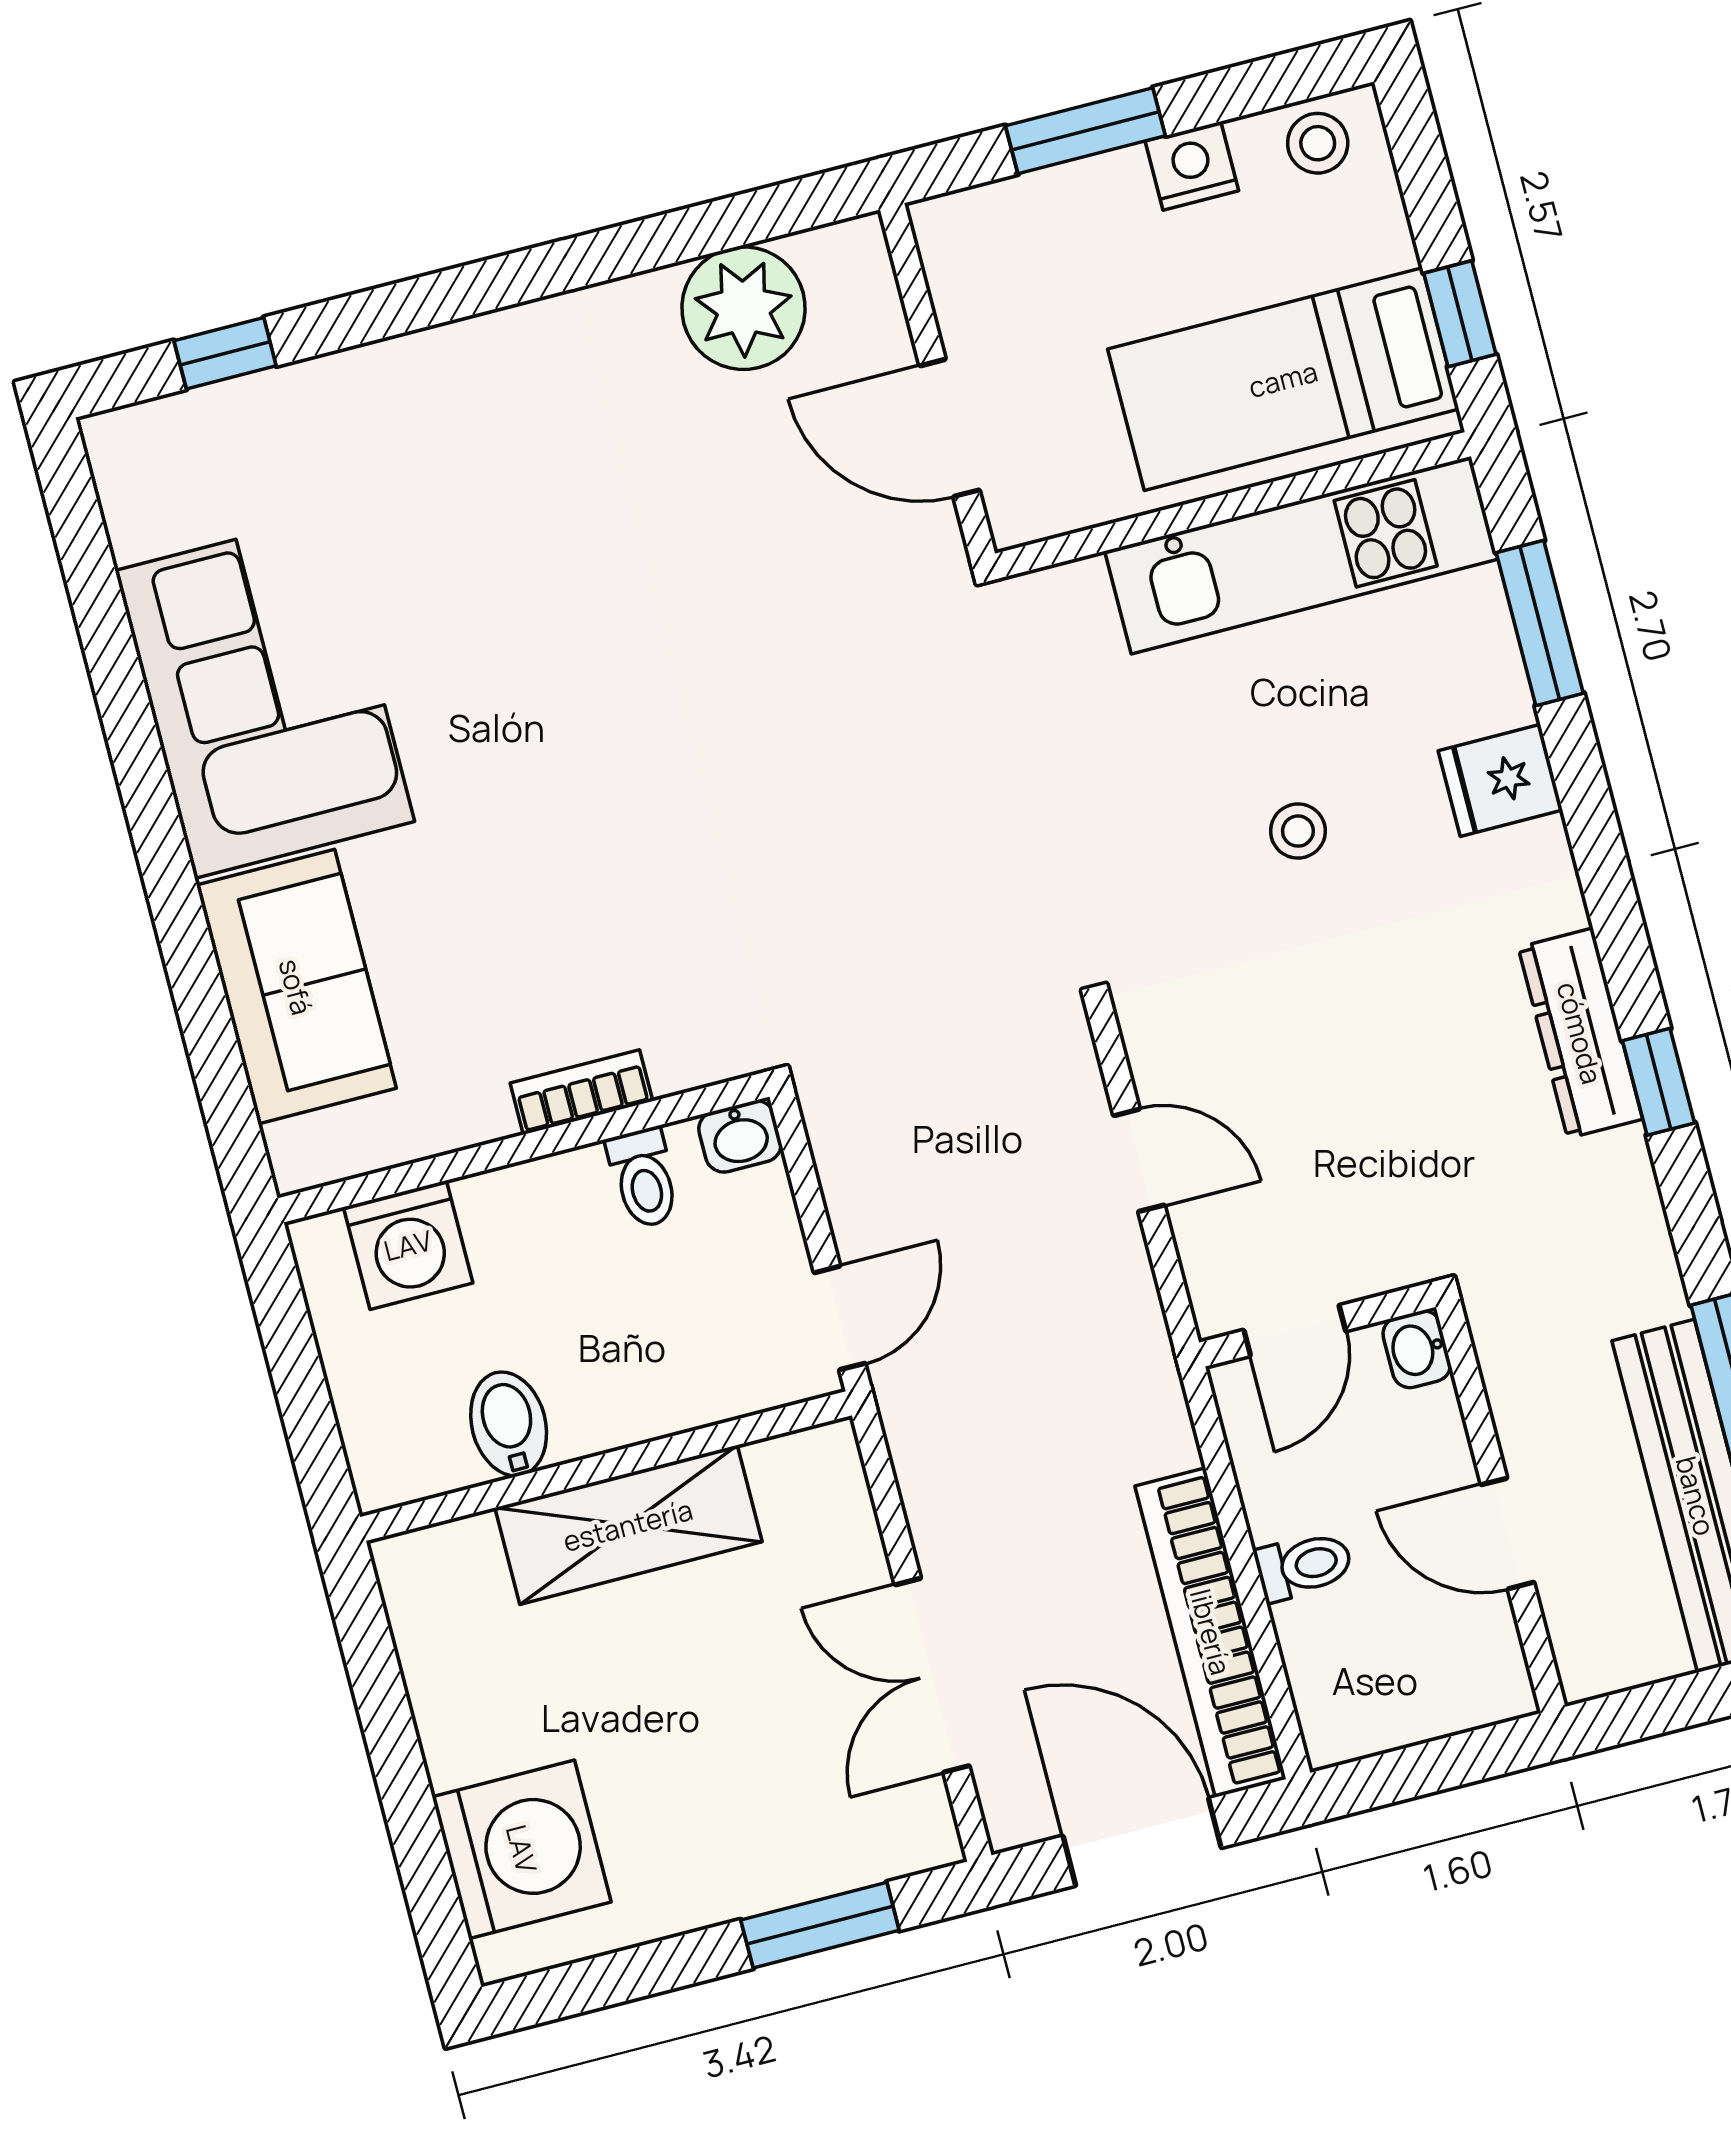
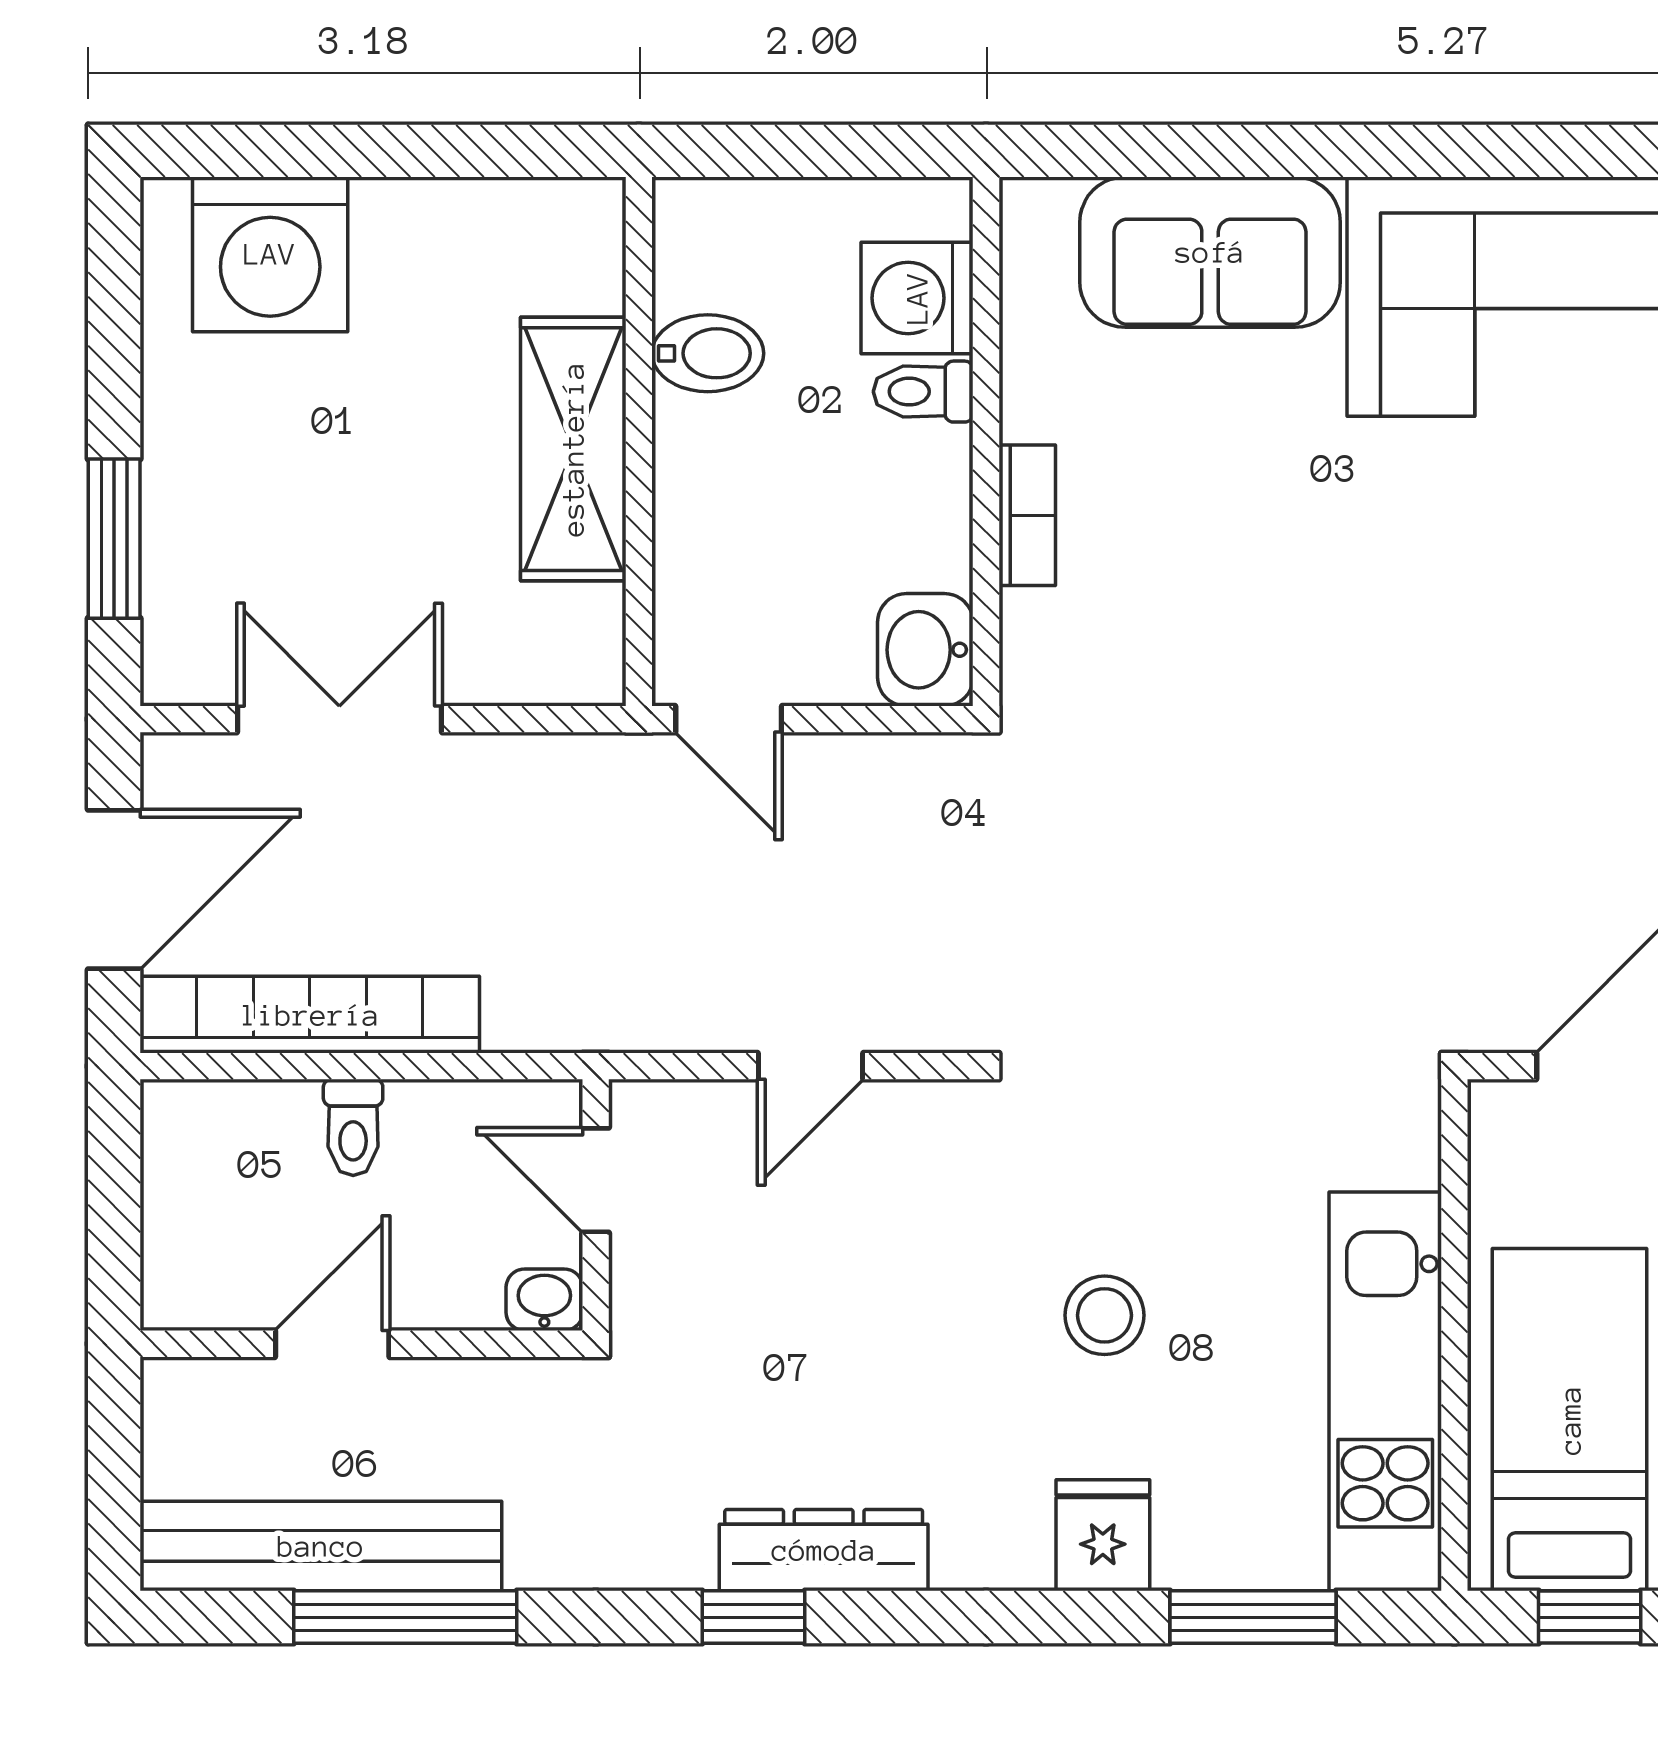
stool: (1298, 831) -> (1105, 1315), width x1.37, depth x1.37
washbasin: (740, 1136) -> (925, 650), width x1.38, depth x1.45
toilet: (644, 1178) -> (923, 392), moved

